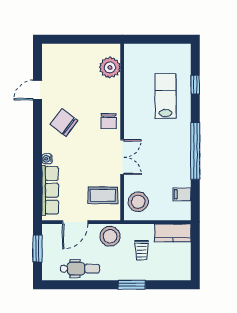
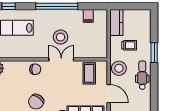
stool: (138, 202) -> (61, 37), moved
dental chair: (80, 269) -> (142, 75), moved

